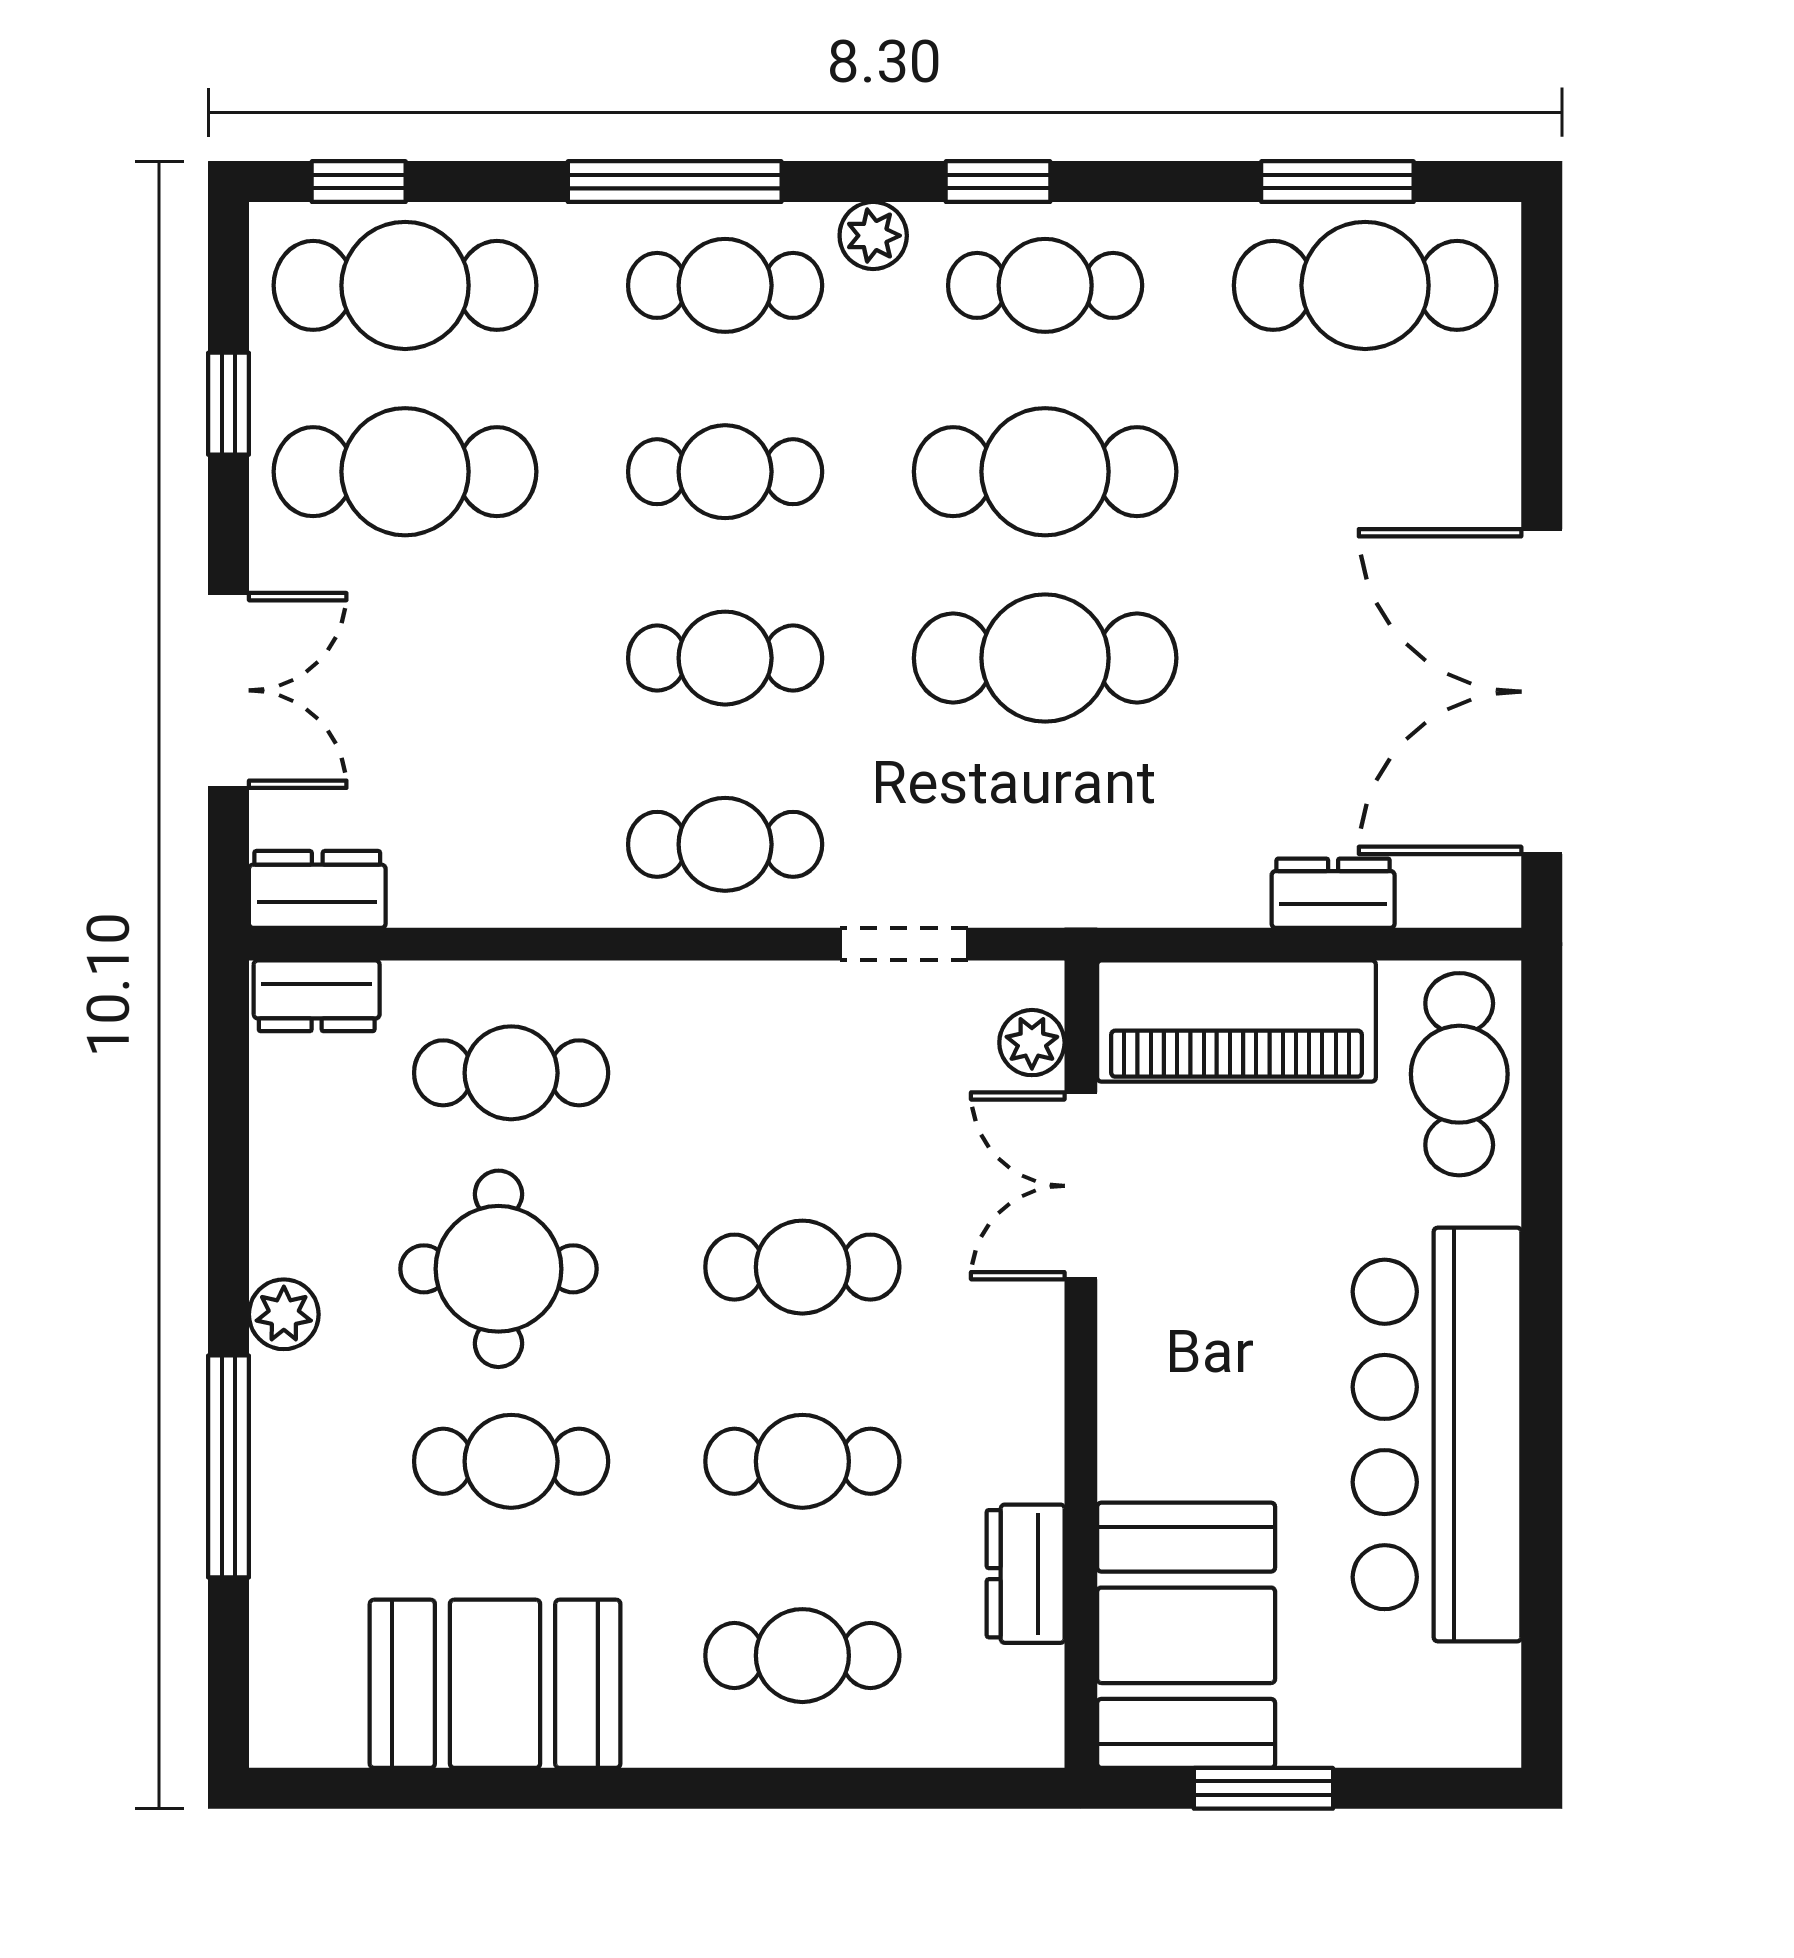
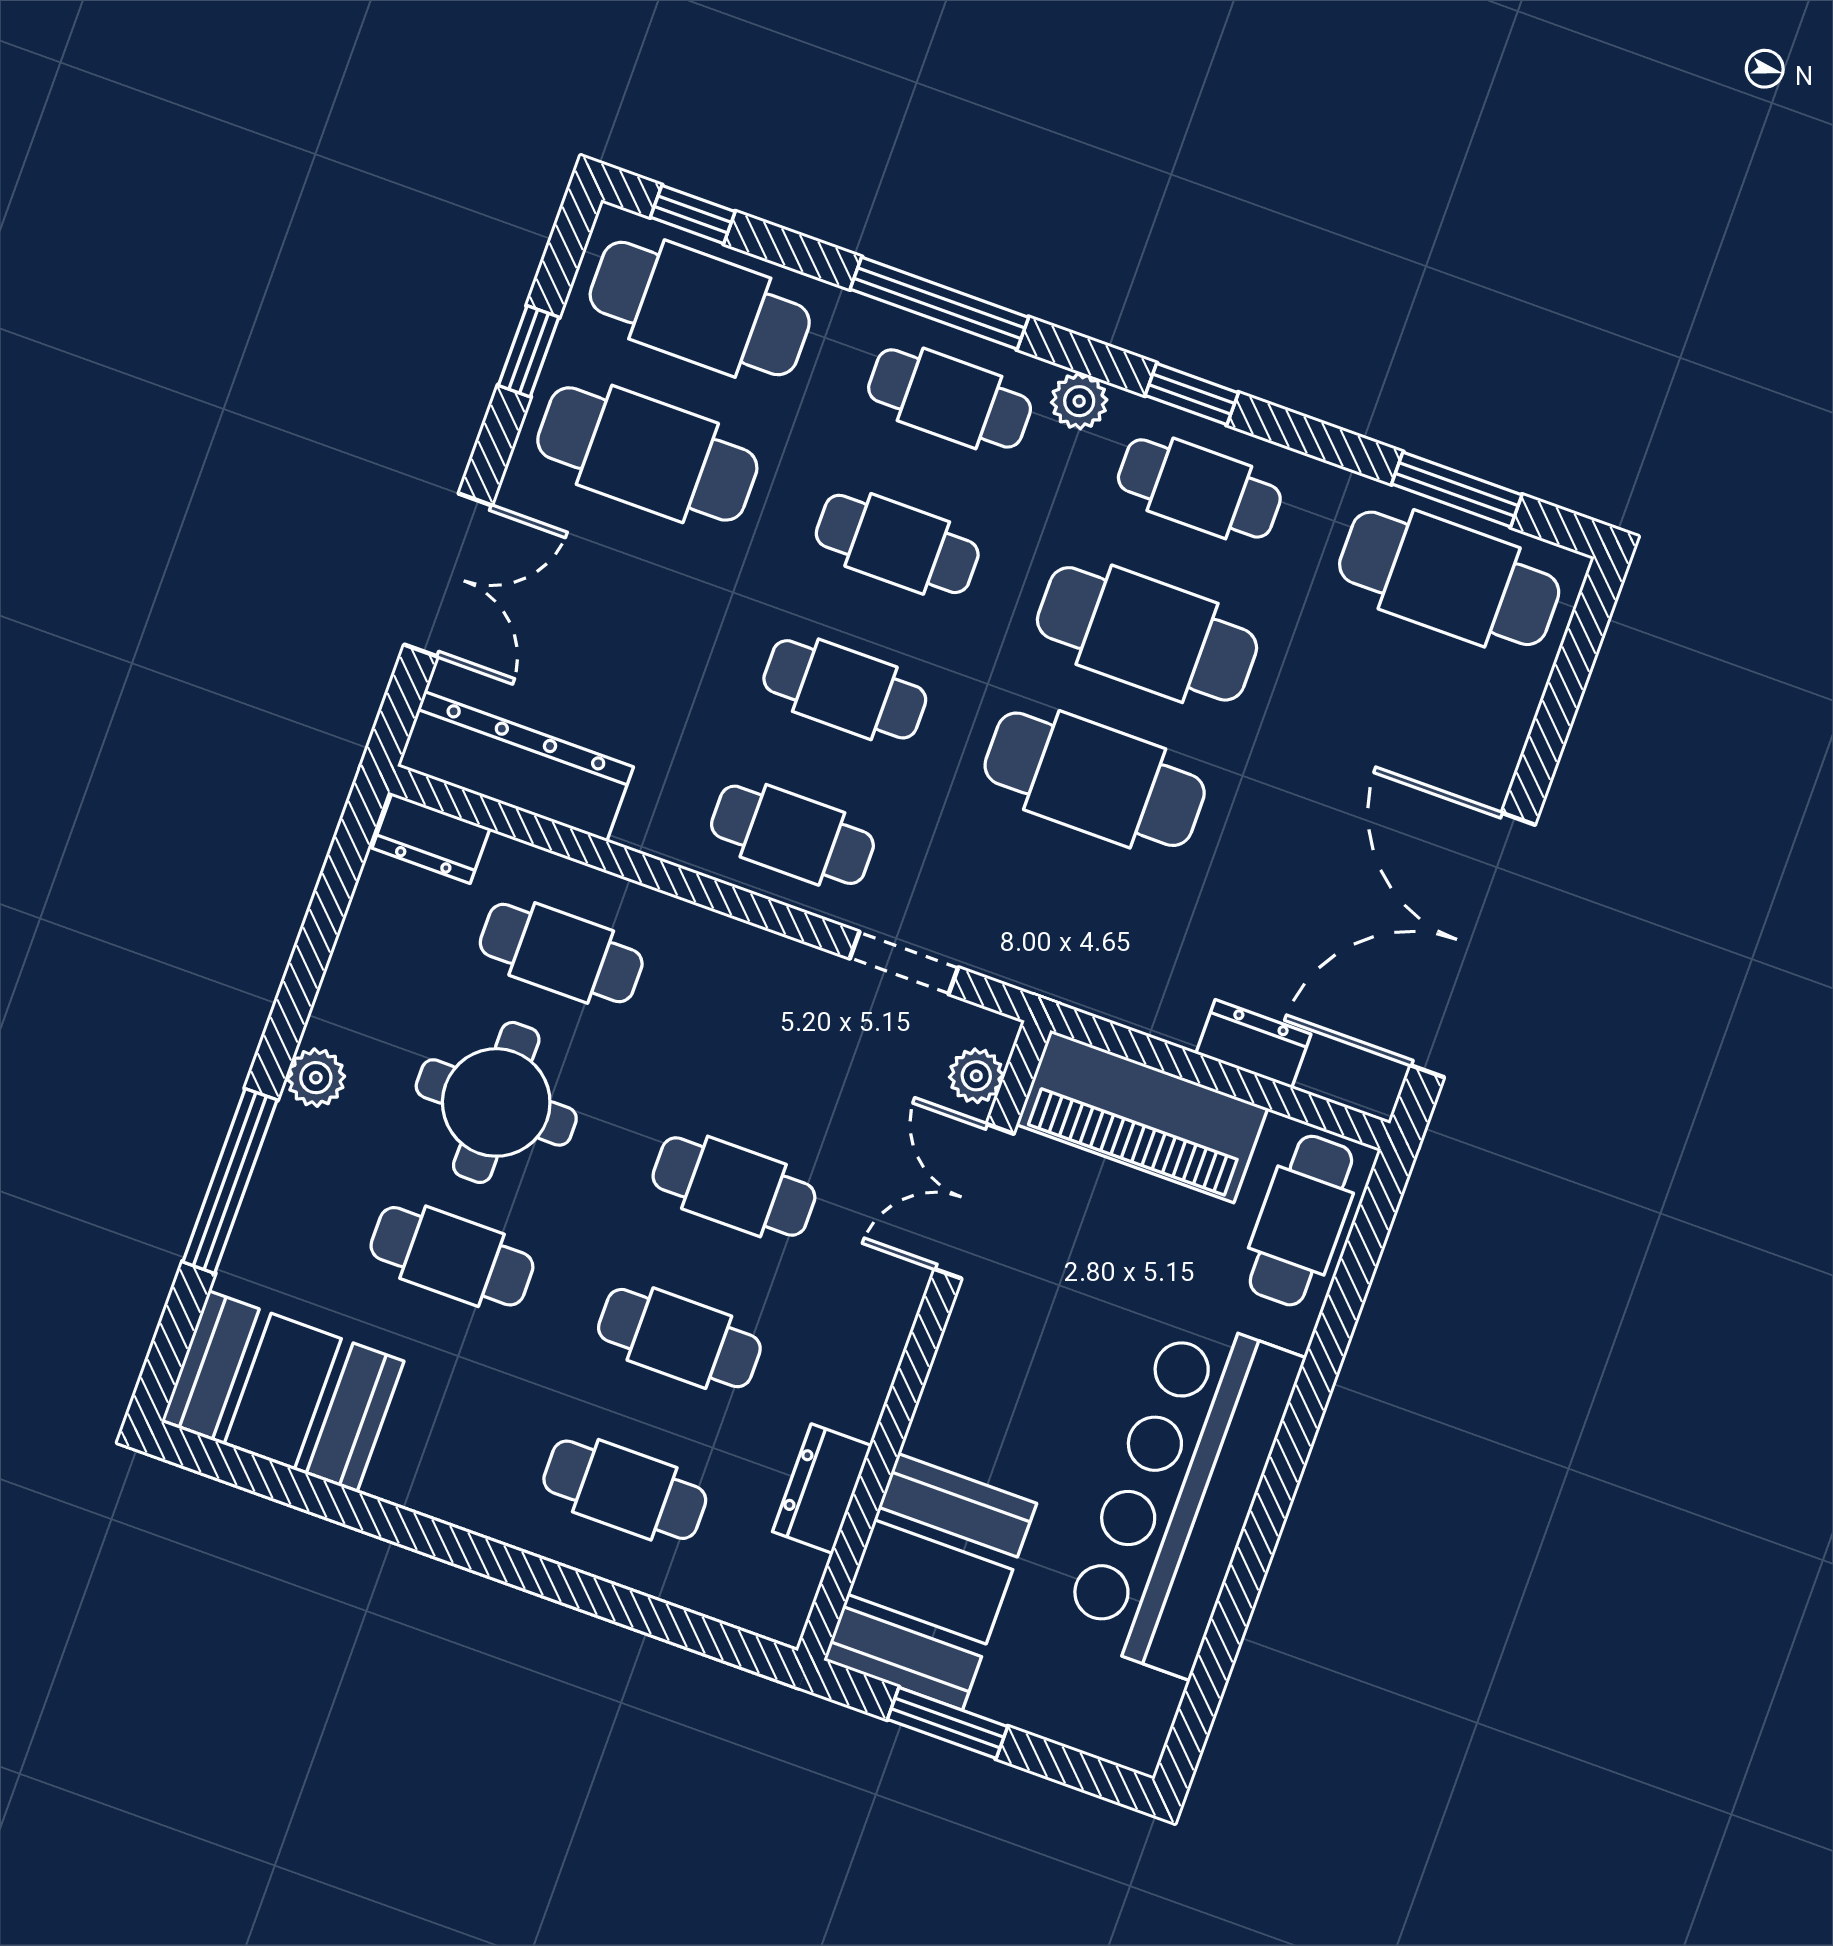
dresser: (317, 889) -> (515, 766), width x1.96, depth x1.24
booth: (495, 1684) -> (283, 1392), moved

